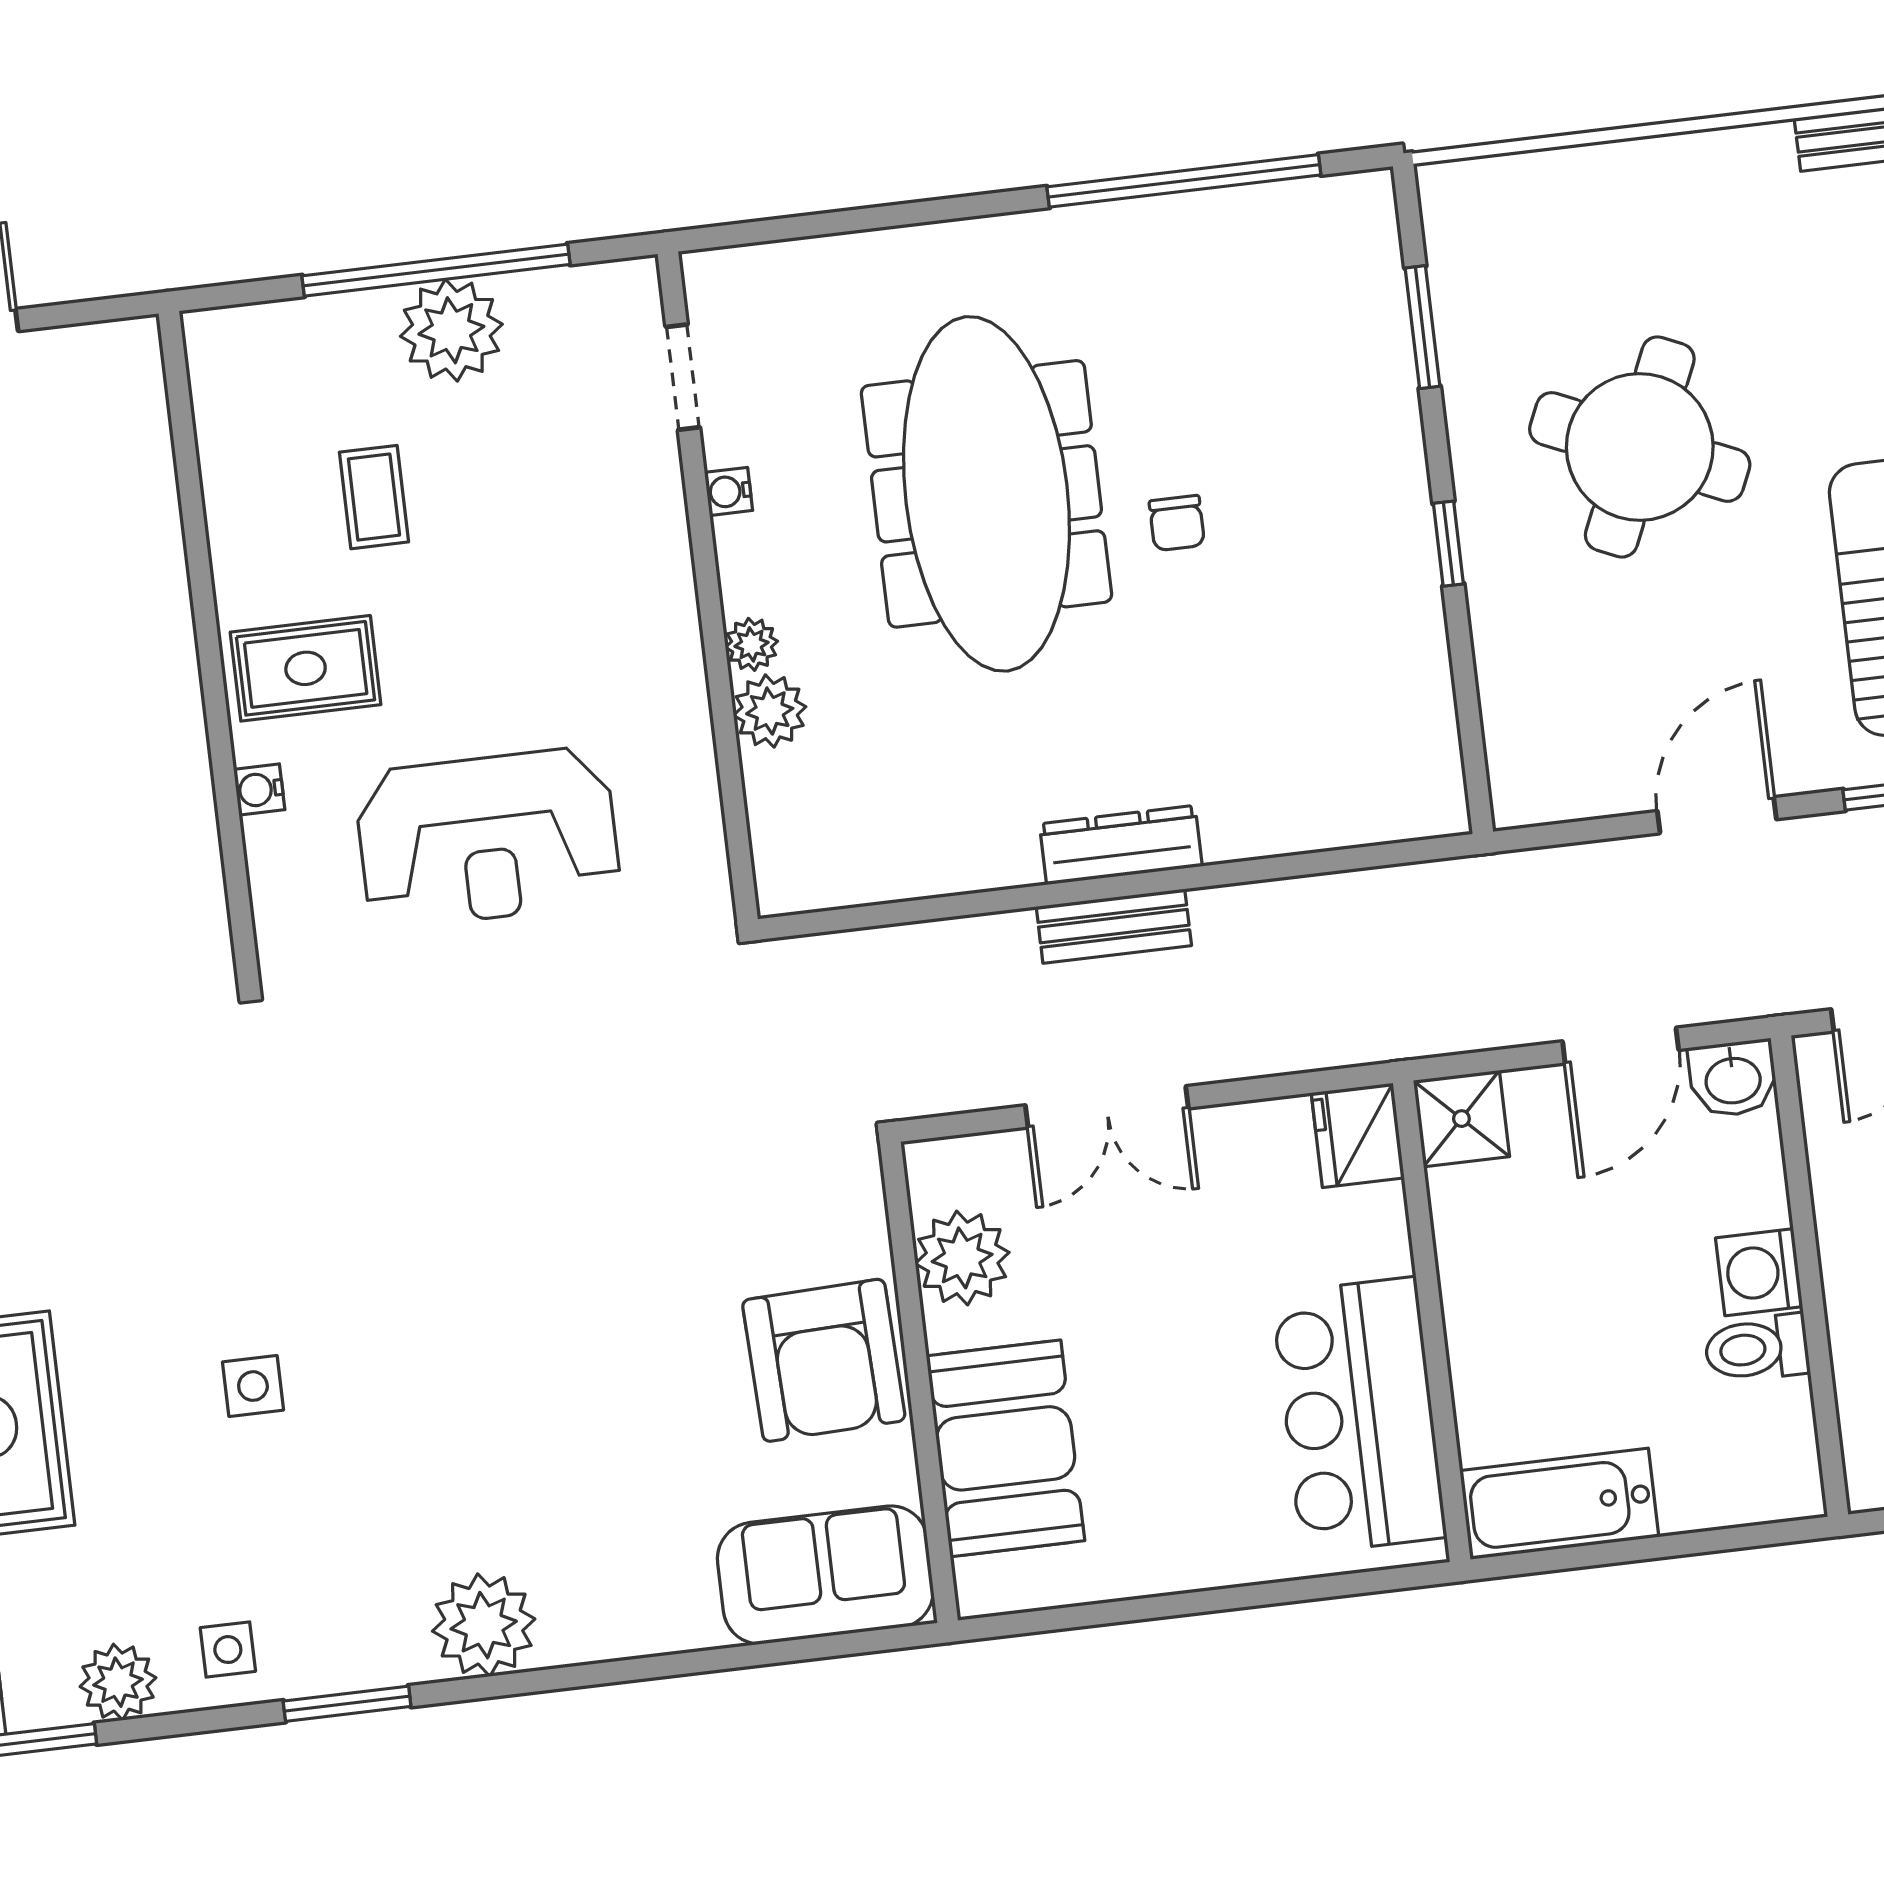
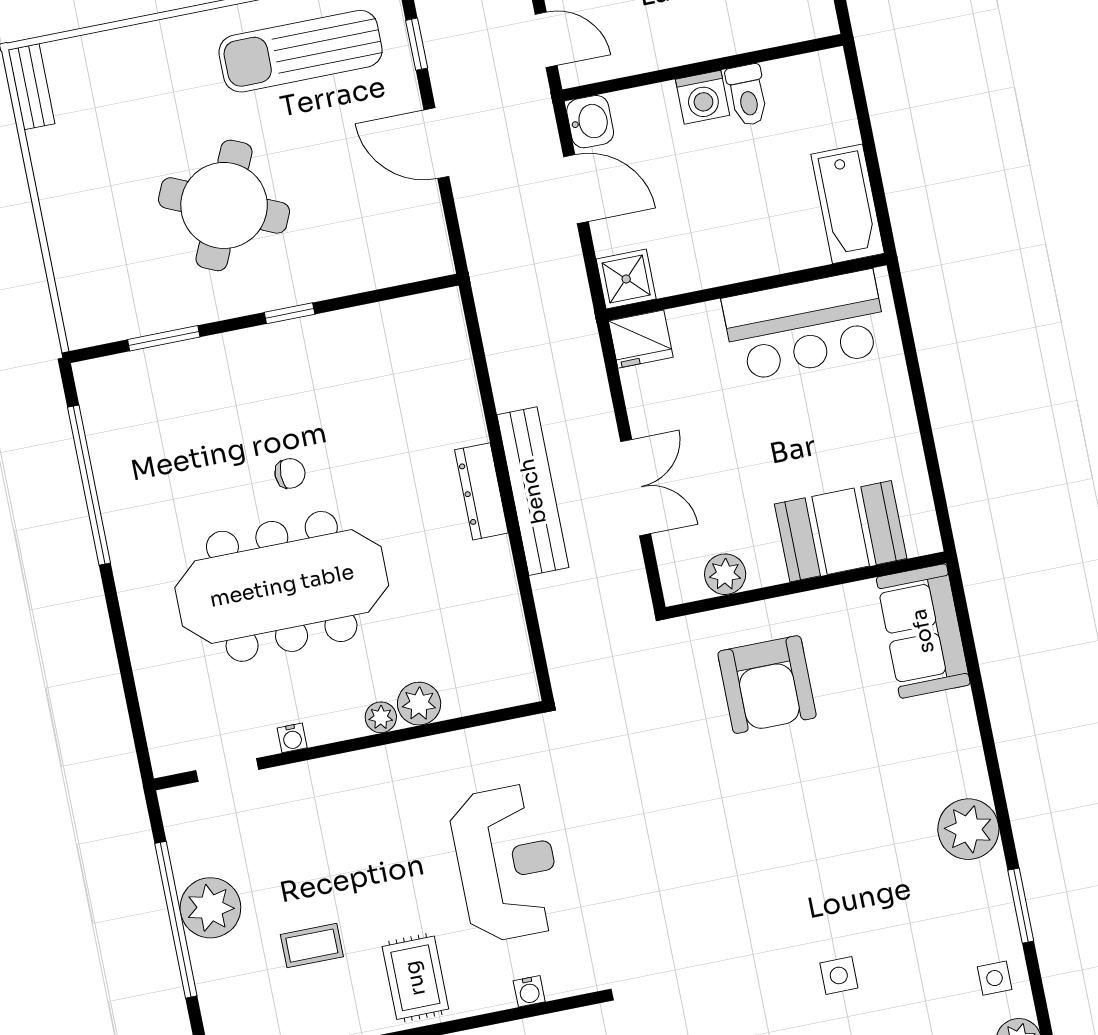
water cooler: (259, 790) -> (529, 991), moved
bench: (1114, 926) -> (533, 491), width x1.86, depth x1.21
plant: (962, 1258) -> (725, 574), width x0.73, depth x0.73
armchair: (824, 1360) -> (767, 685), moved, turned 92

